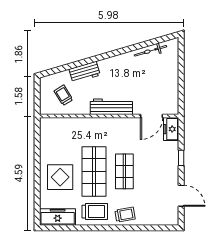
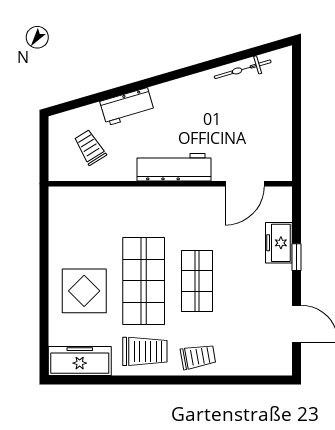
freezer: (171, 129) -> (279, 243), moved

